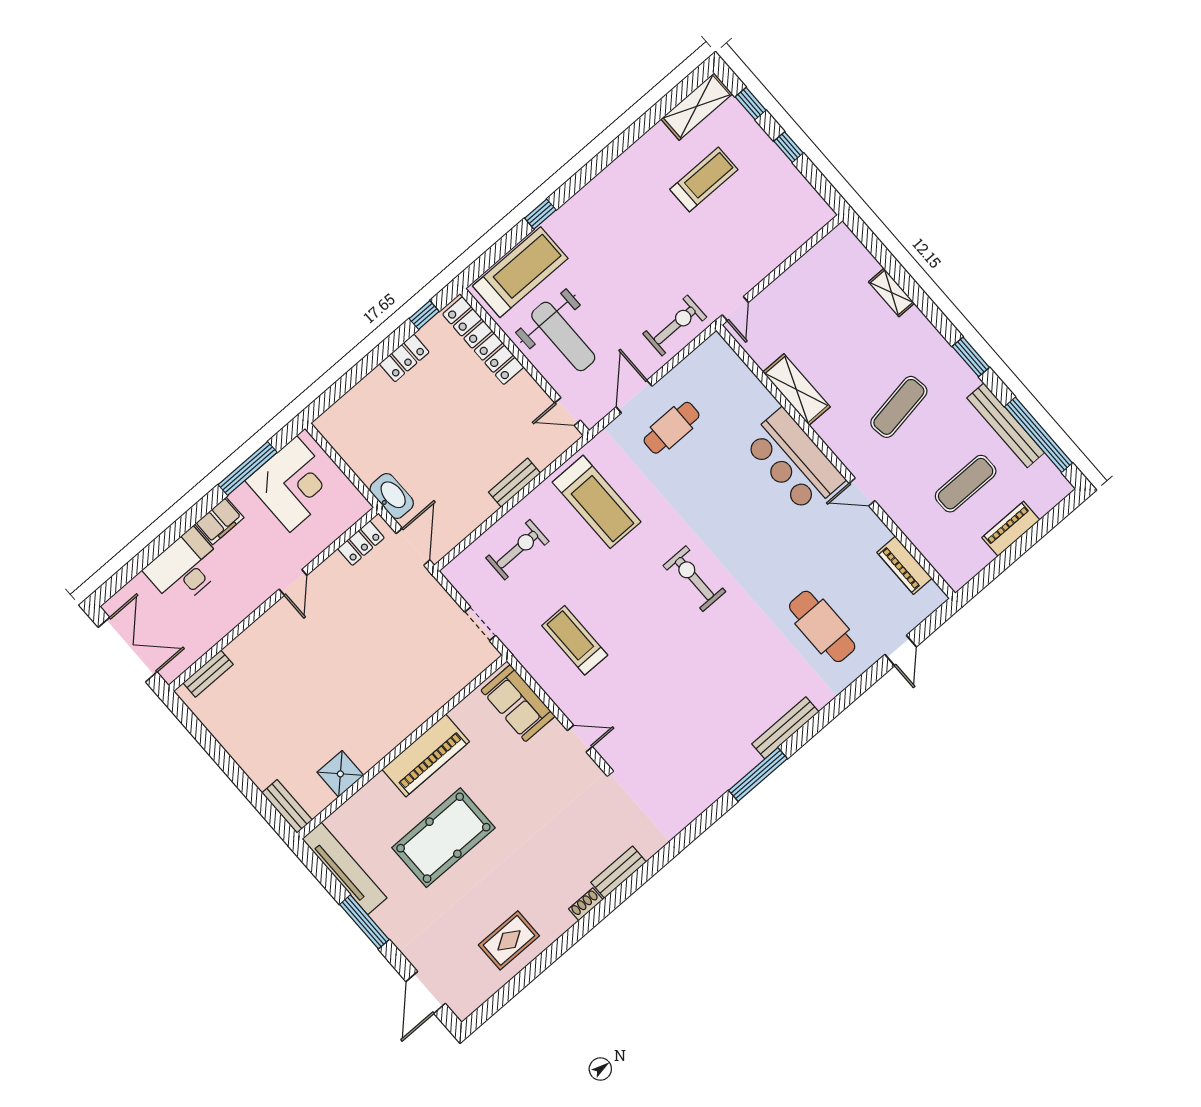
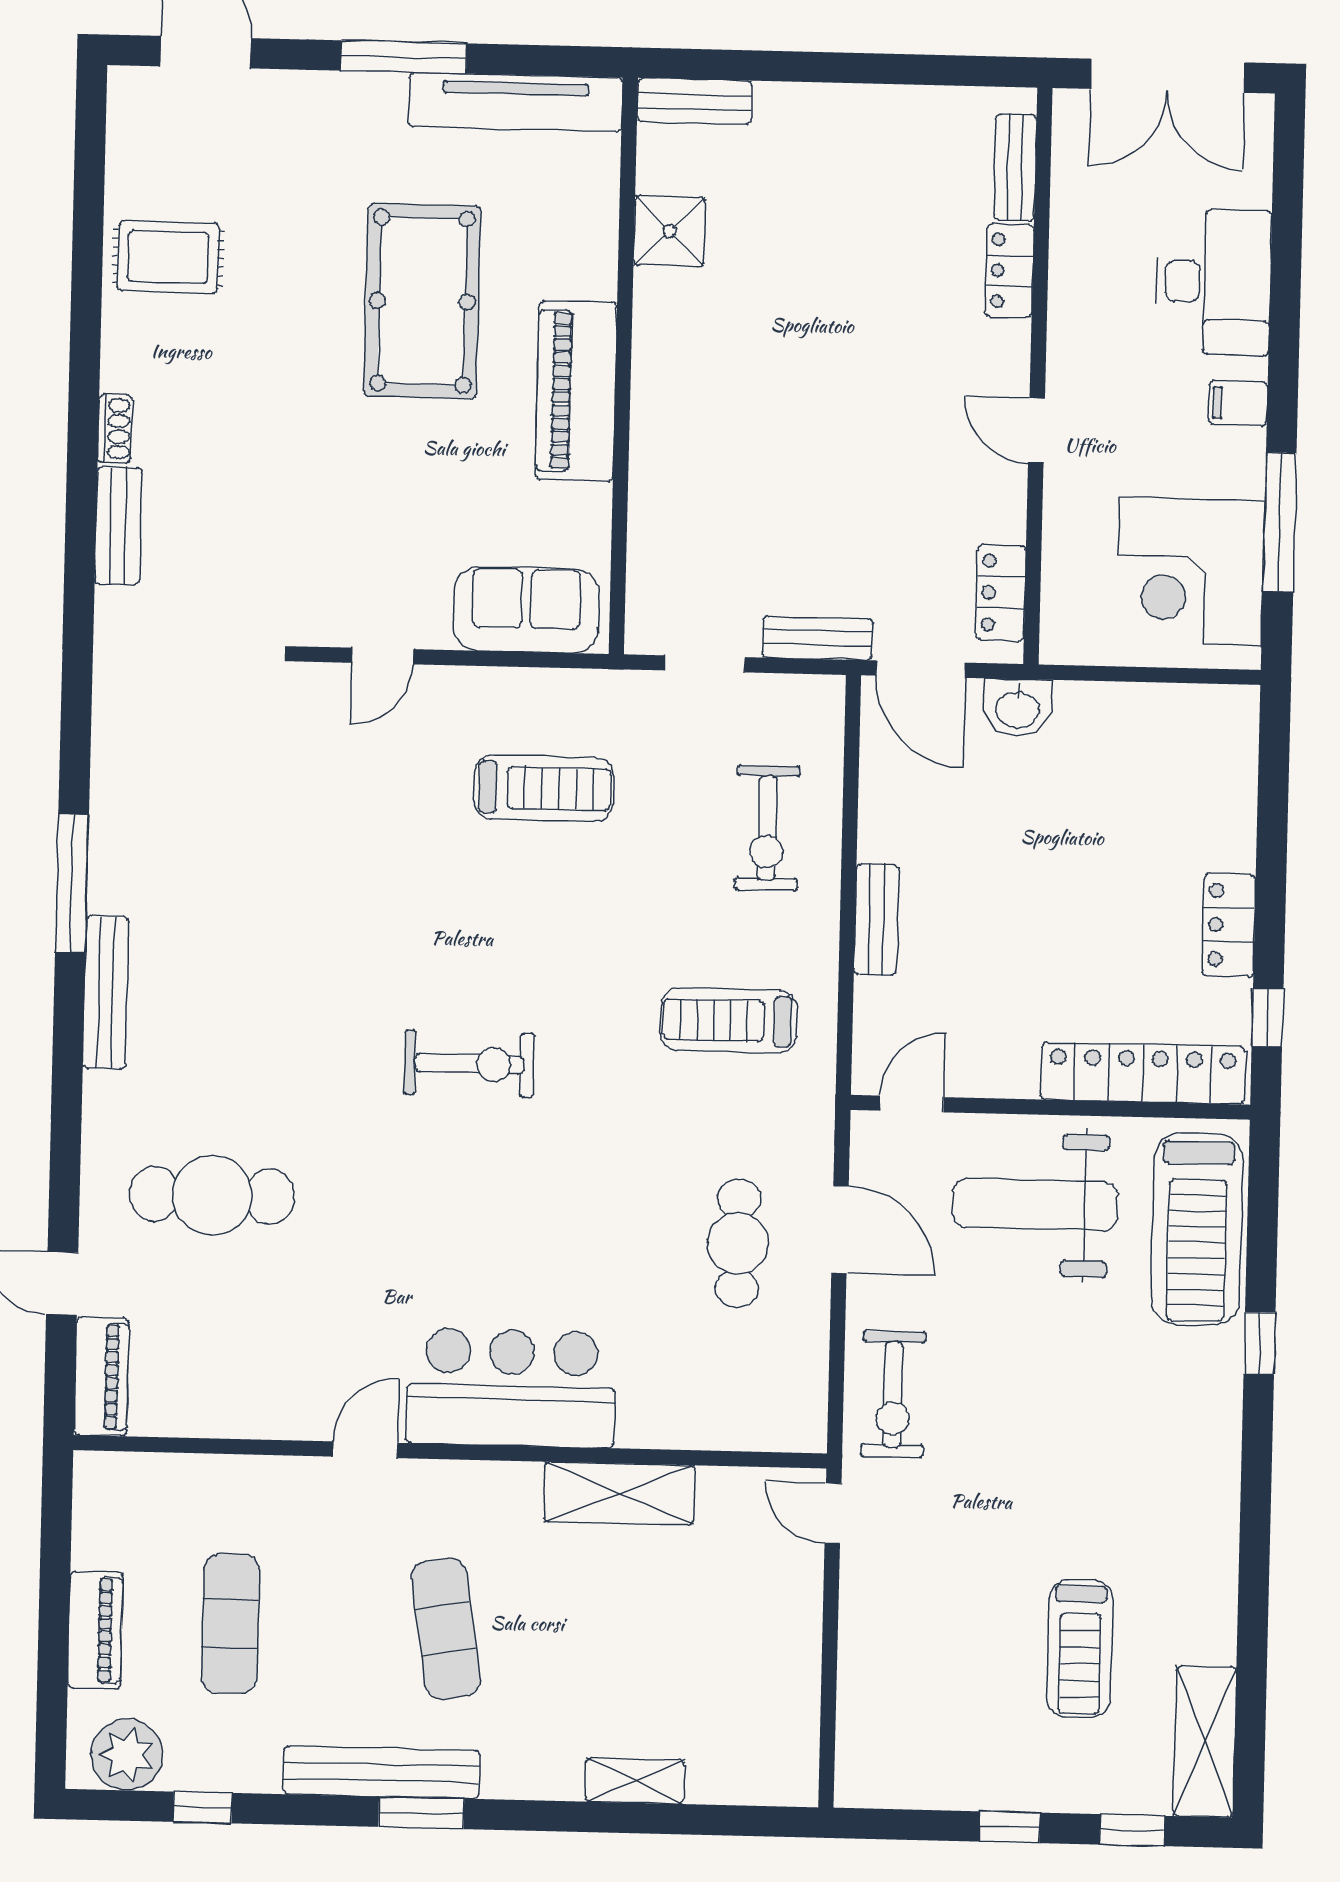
bench: (1006, 425) -> (381, 1772), moved
window: (1038, 435) -> (203, 1807), width x0.32
plant: (1044, 478) -> (127, 1755), added
washbasin: (392, 496) -> (1018, 708), width x0.72
treadmill: (597, 502) -> (729, 1020), width x0.73, depth x0.73
filing cabinet: (219, 521) -> (1238, 403), width x0.50
piano: (904, 565) -> (102, 1376), moved, turned 90
bench: (435, 593) -> (817, 638), added
locker: (246, 643) -> (1009, 271), added
rug: (509, 940) -> (168, 257), turned 90

